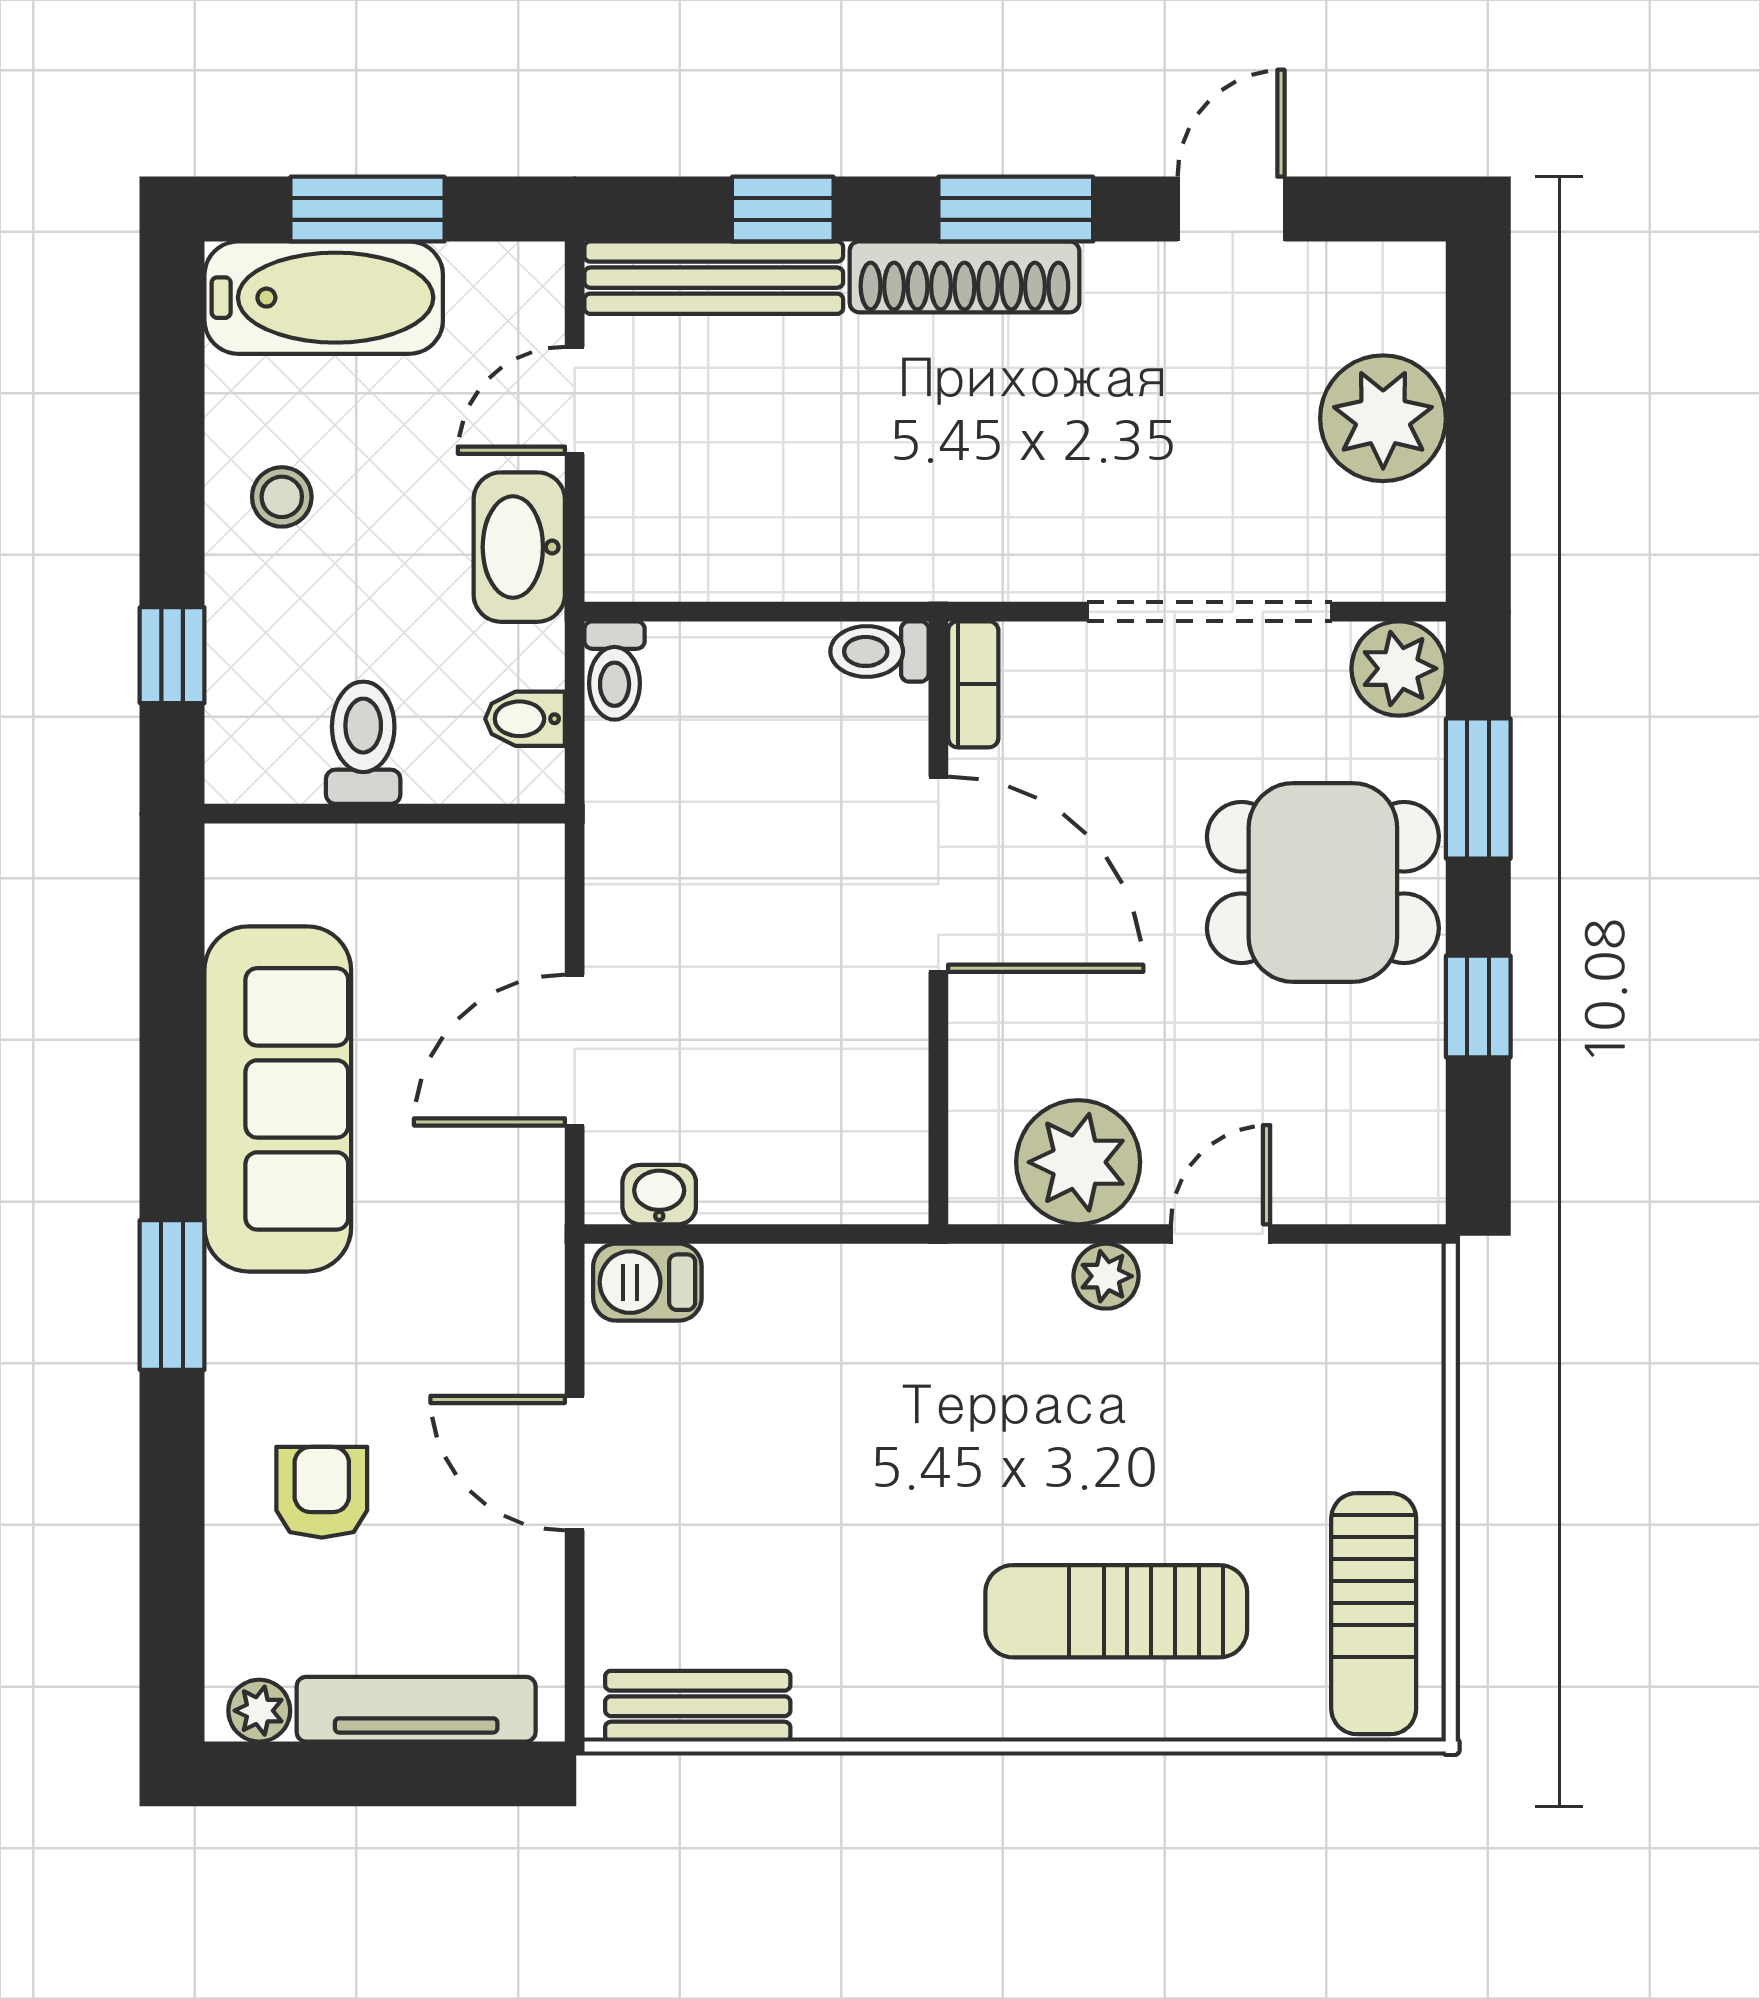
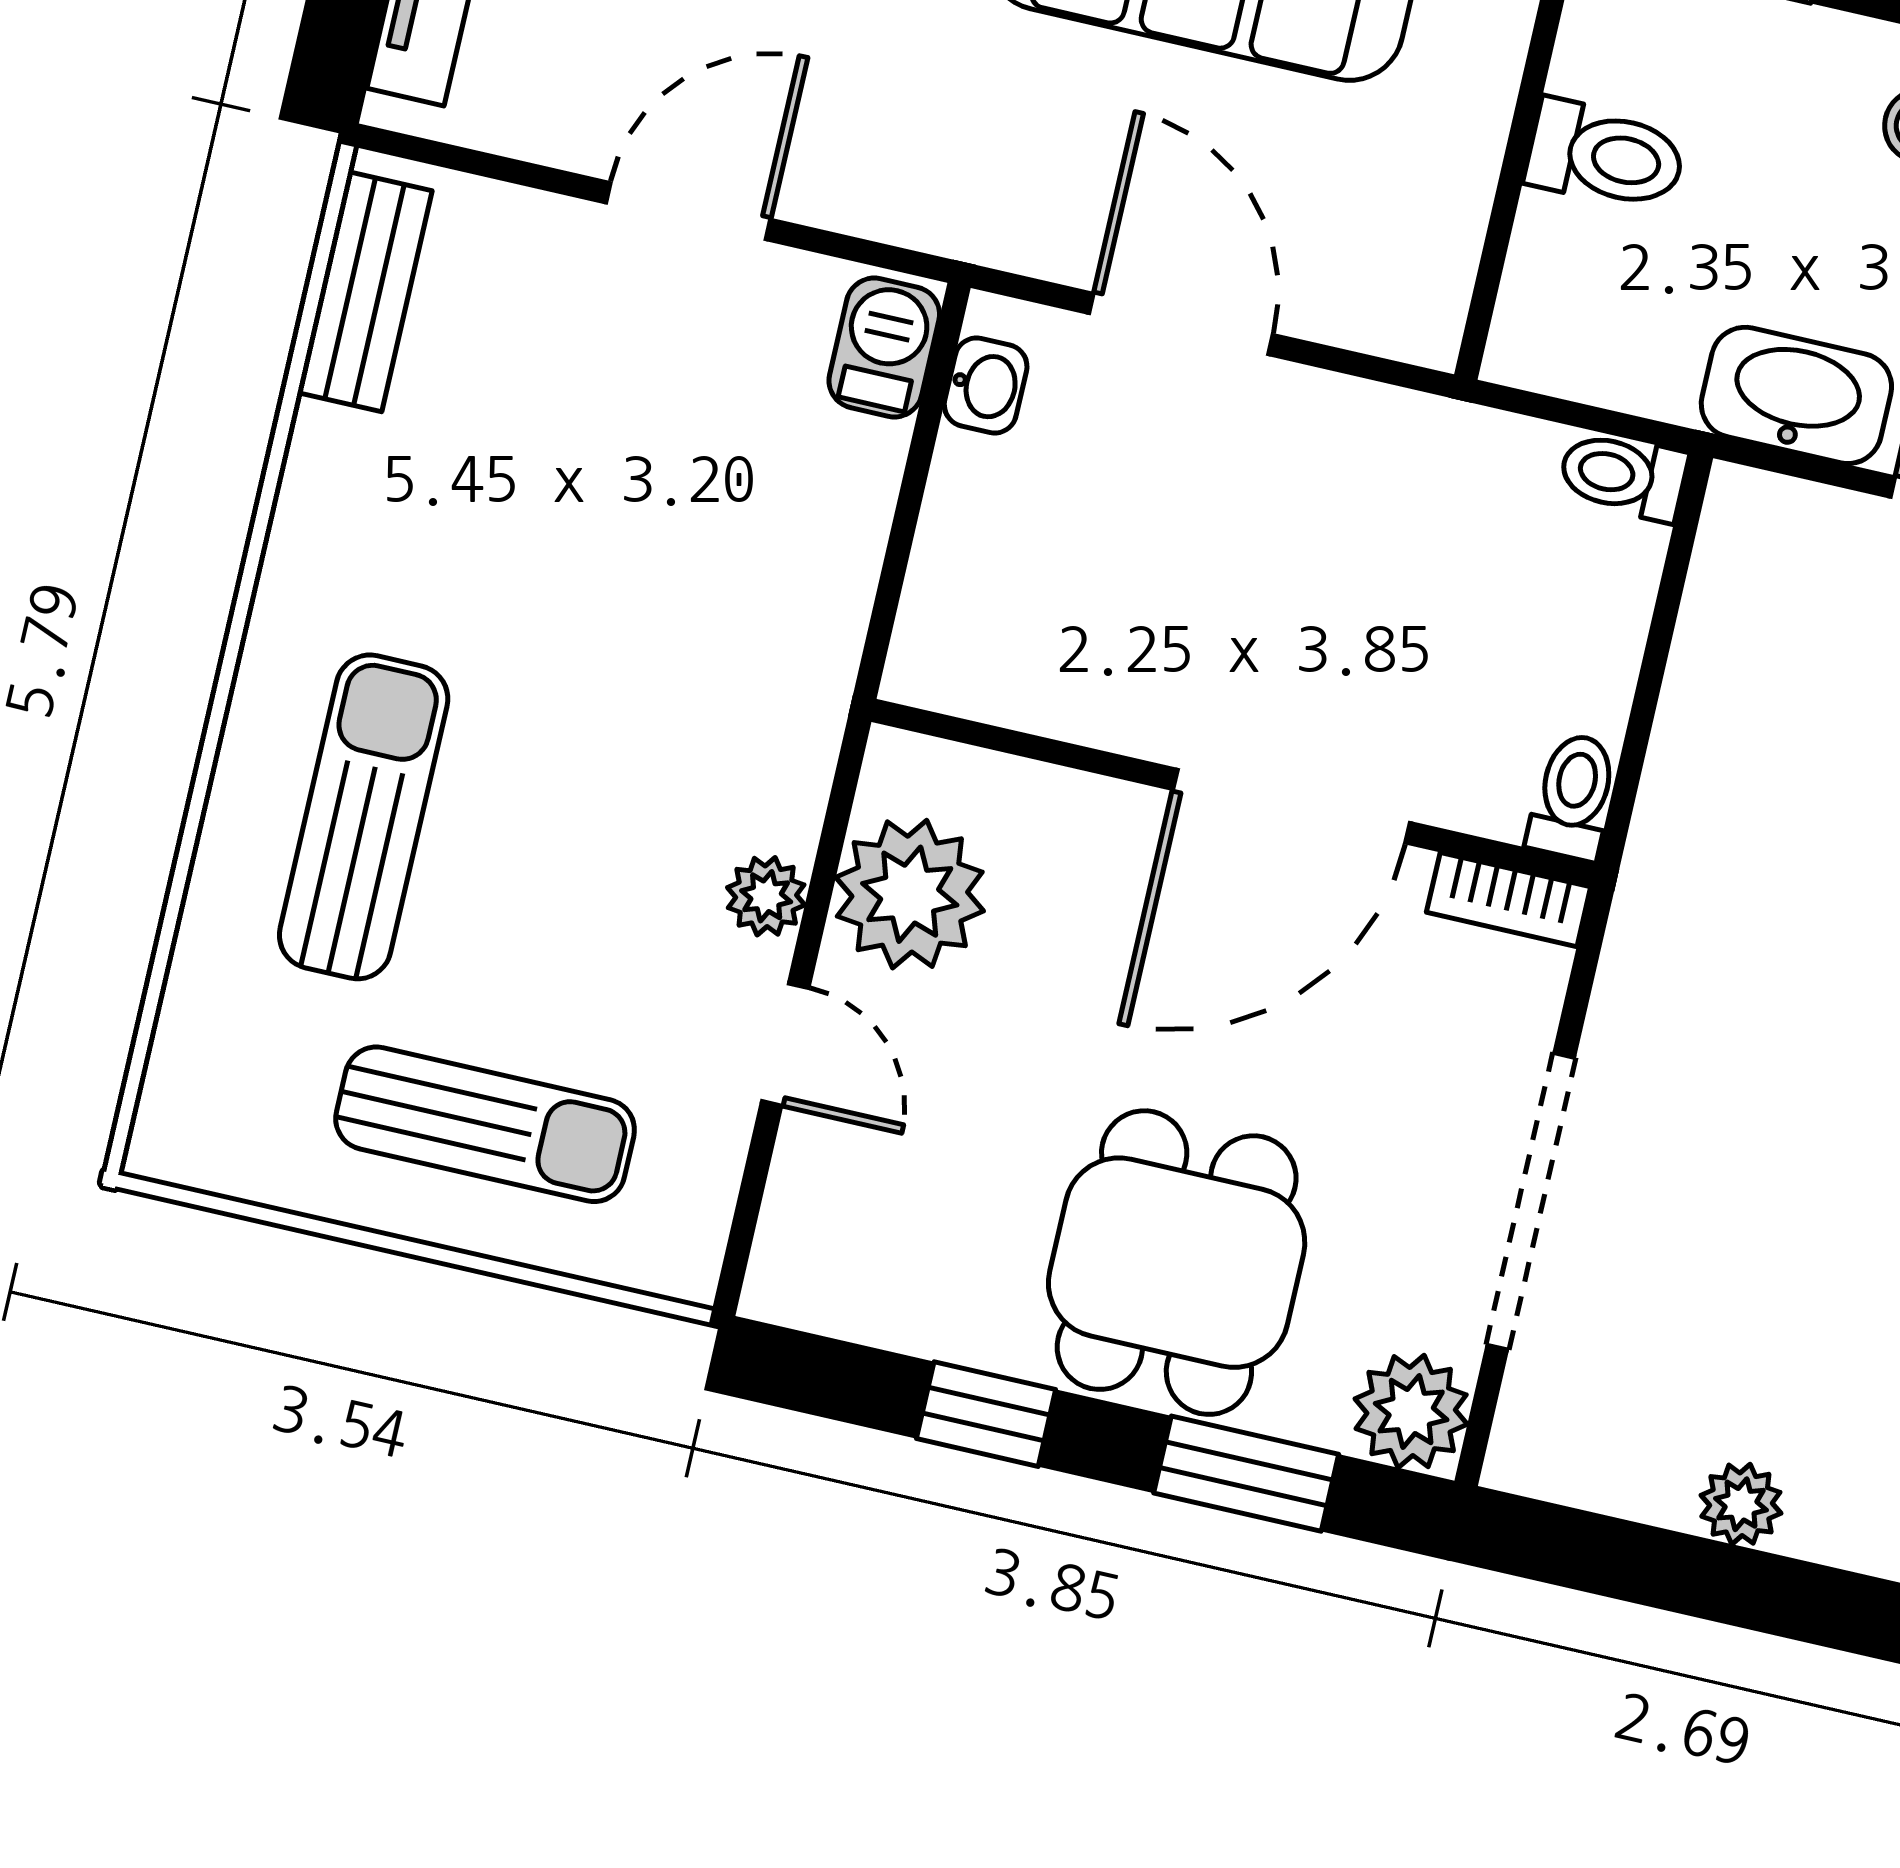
plant: (1383, 418) -> (1741, 1504), width x0.53, depth x0.53
bidet: (525, 719) -> (1590, 355), removed
sun lounger: (1374, 1614) -> (485, 1124), moved, turned 180

